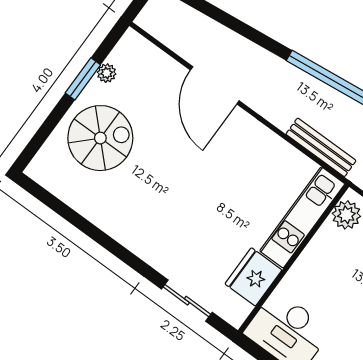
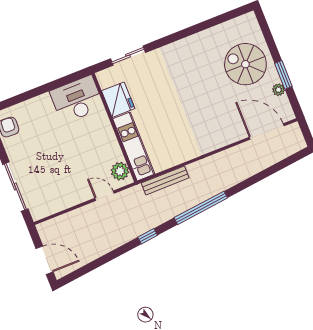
door: (215, 85) -> (267, 132), moved
spiral stairs: (100, 138) -> (245, 64), turned 90

